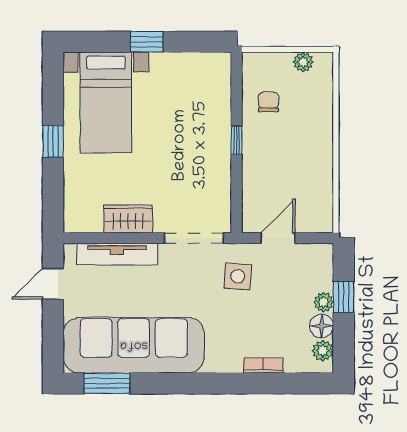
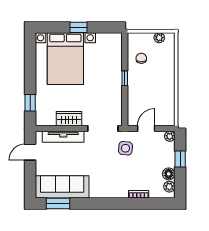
bed with nightstands: (106, 102) -> (65, 59), width x1.36
window: (53, 141) -> (30, 103), moved
plant: (324, 302) -> (170, 136), moved
sofa: (134, 345) -> (62, 187), width x0.74, depth x0.79

